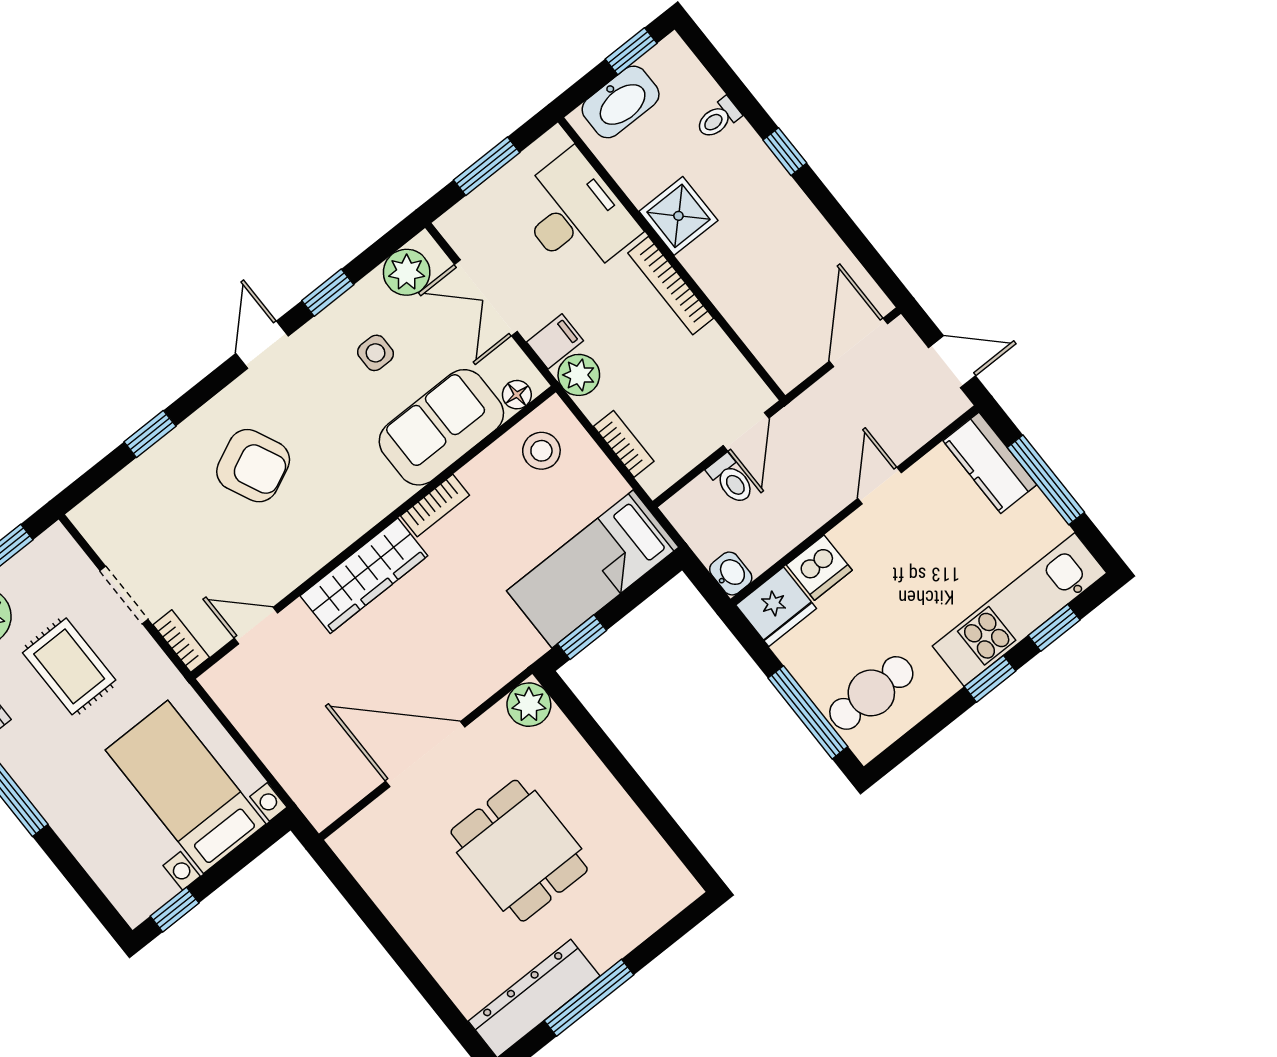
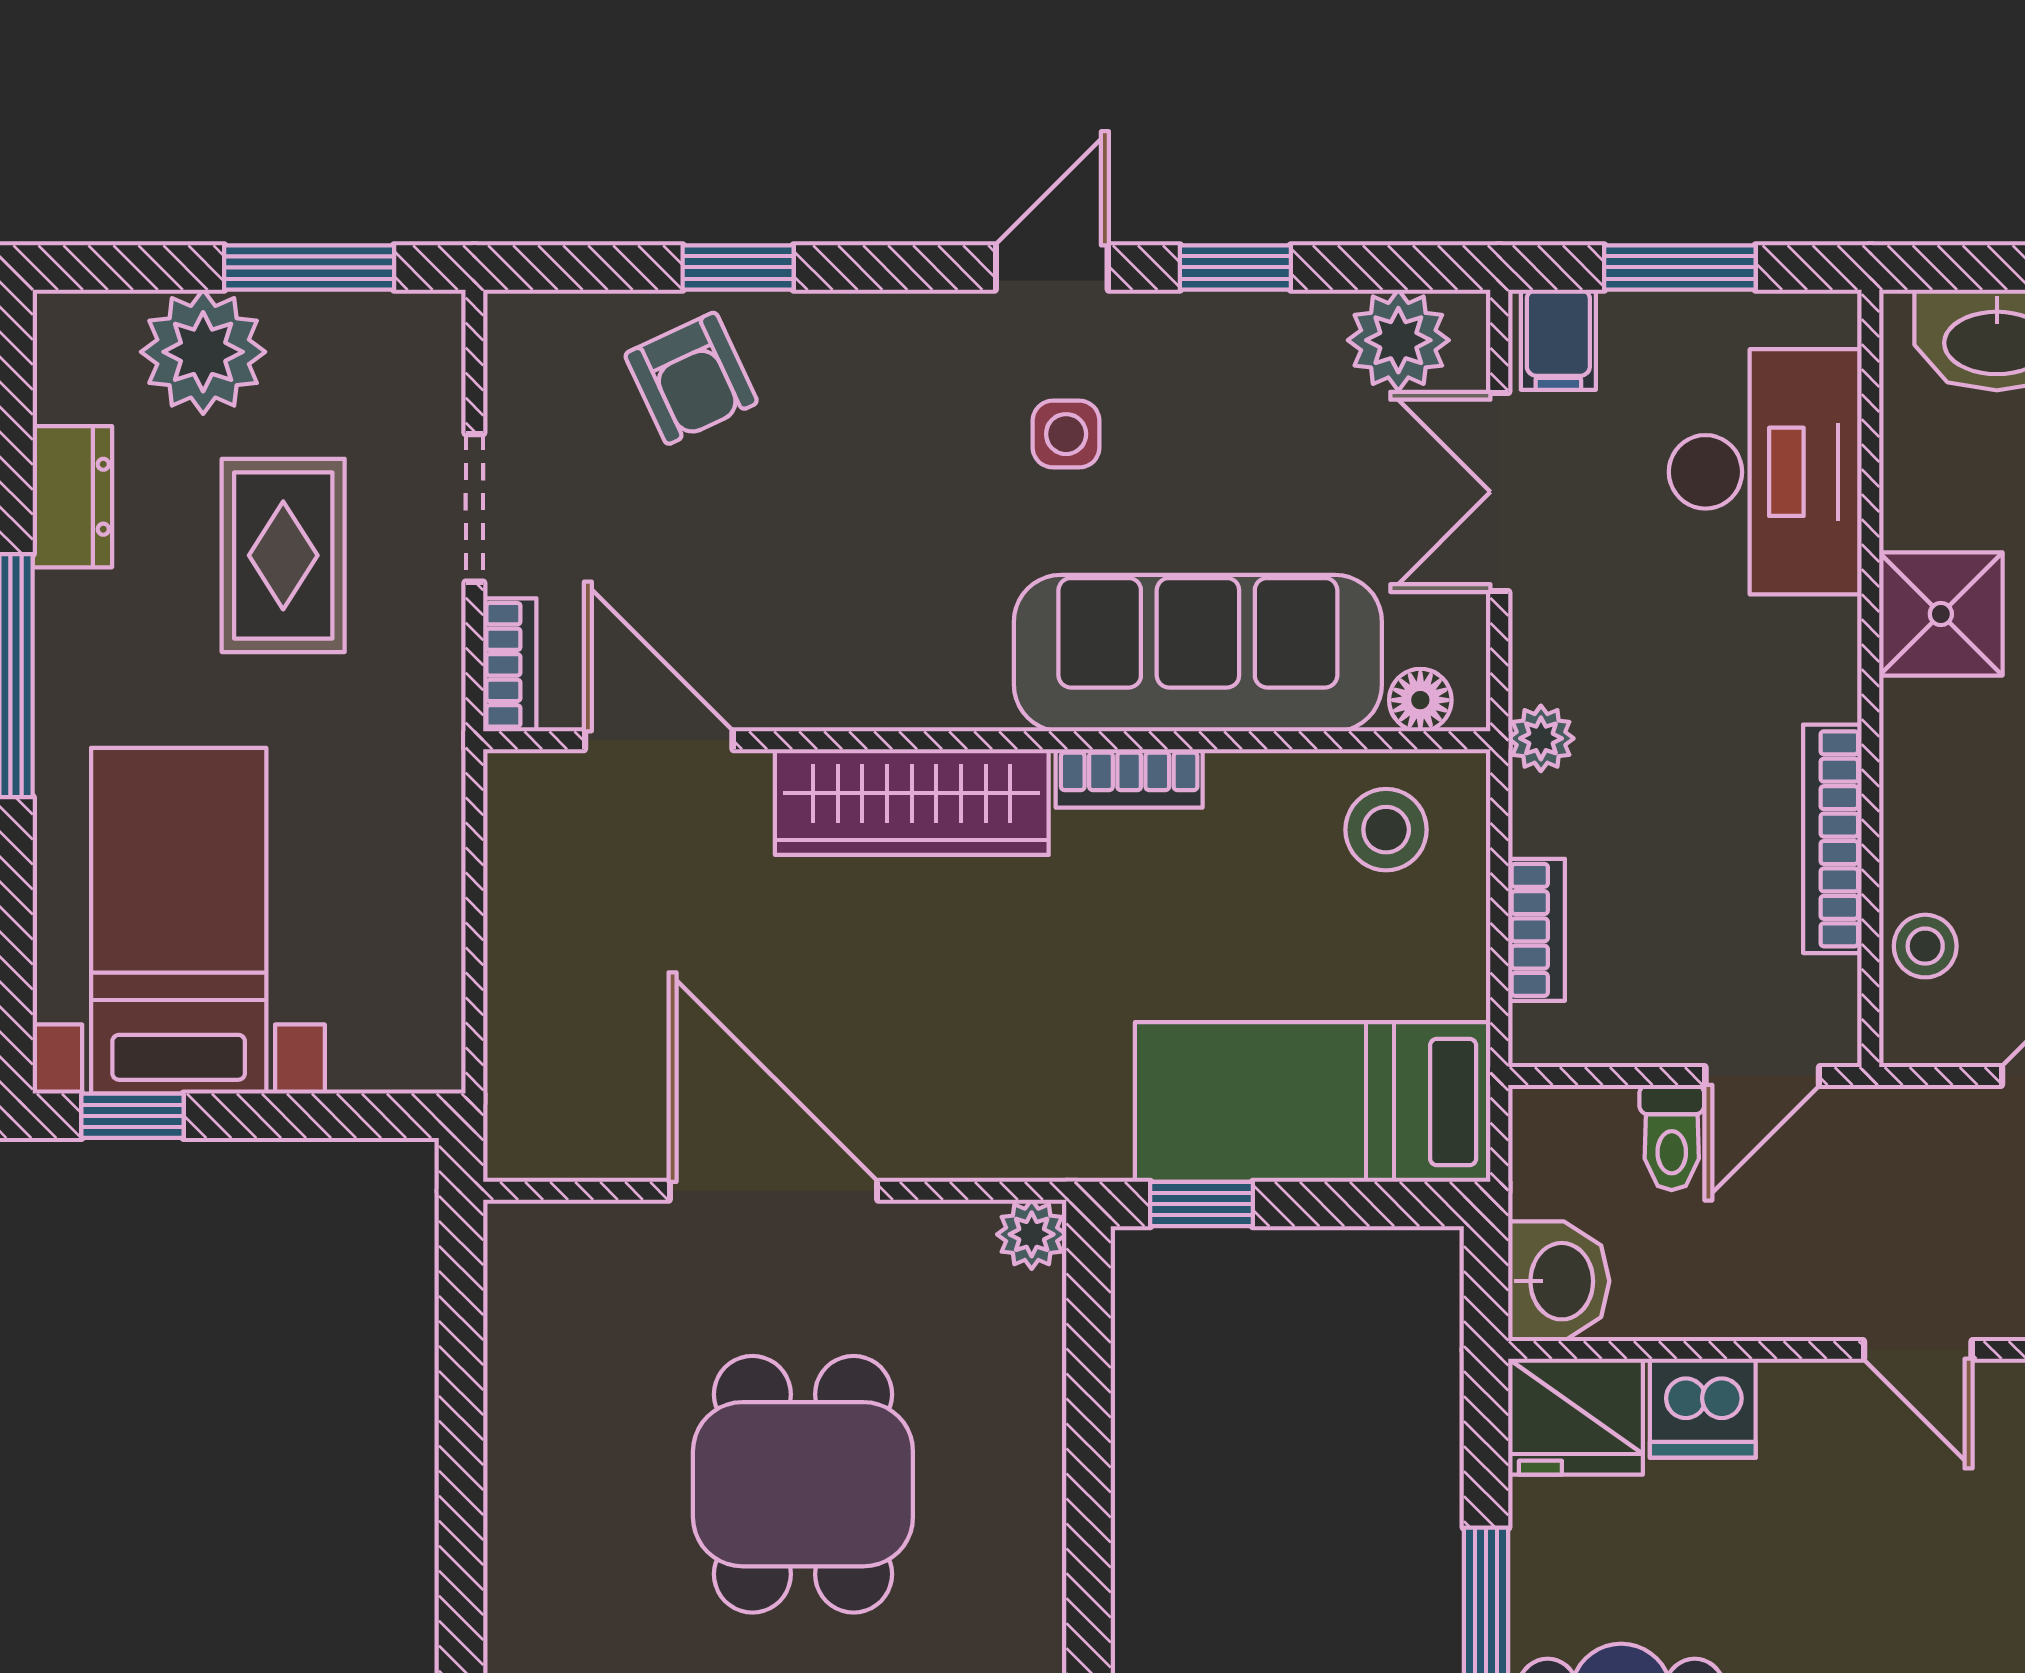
bookcase: (671, 286) -> (1832, 839), moved
stool: (767, 339) -> (1925, 946), added
filing cabinet: (555, 341) -> (1558, 340), moved, turned 90
side table: (375, 353) -> (1066, 434), moved
plant: (579, 375) -> (1541, 738), width x0.73, depth x0.73
sofa: (441, 427) -> (1198, 653), width x1.36
armchair: (253, 466) -> (691, 378), moved, width x0.72, depth x0.72
door: (879, 486) -> (1918, 1350), swing flipped
washbasin: (731, 573) -> (1559, 1281), width x1.38, depth x1.45
door: (256, 626) -> (659, 740), width x1.38
plant: (529, 705) -> (1032, 1234), width x0.73, depth x0.73
bed with nightstands: (186, 787) -> (179, 921), moved

